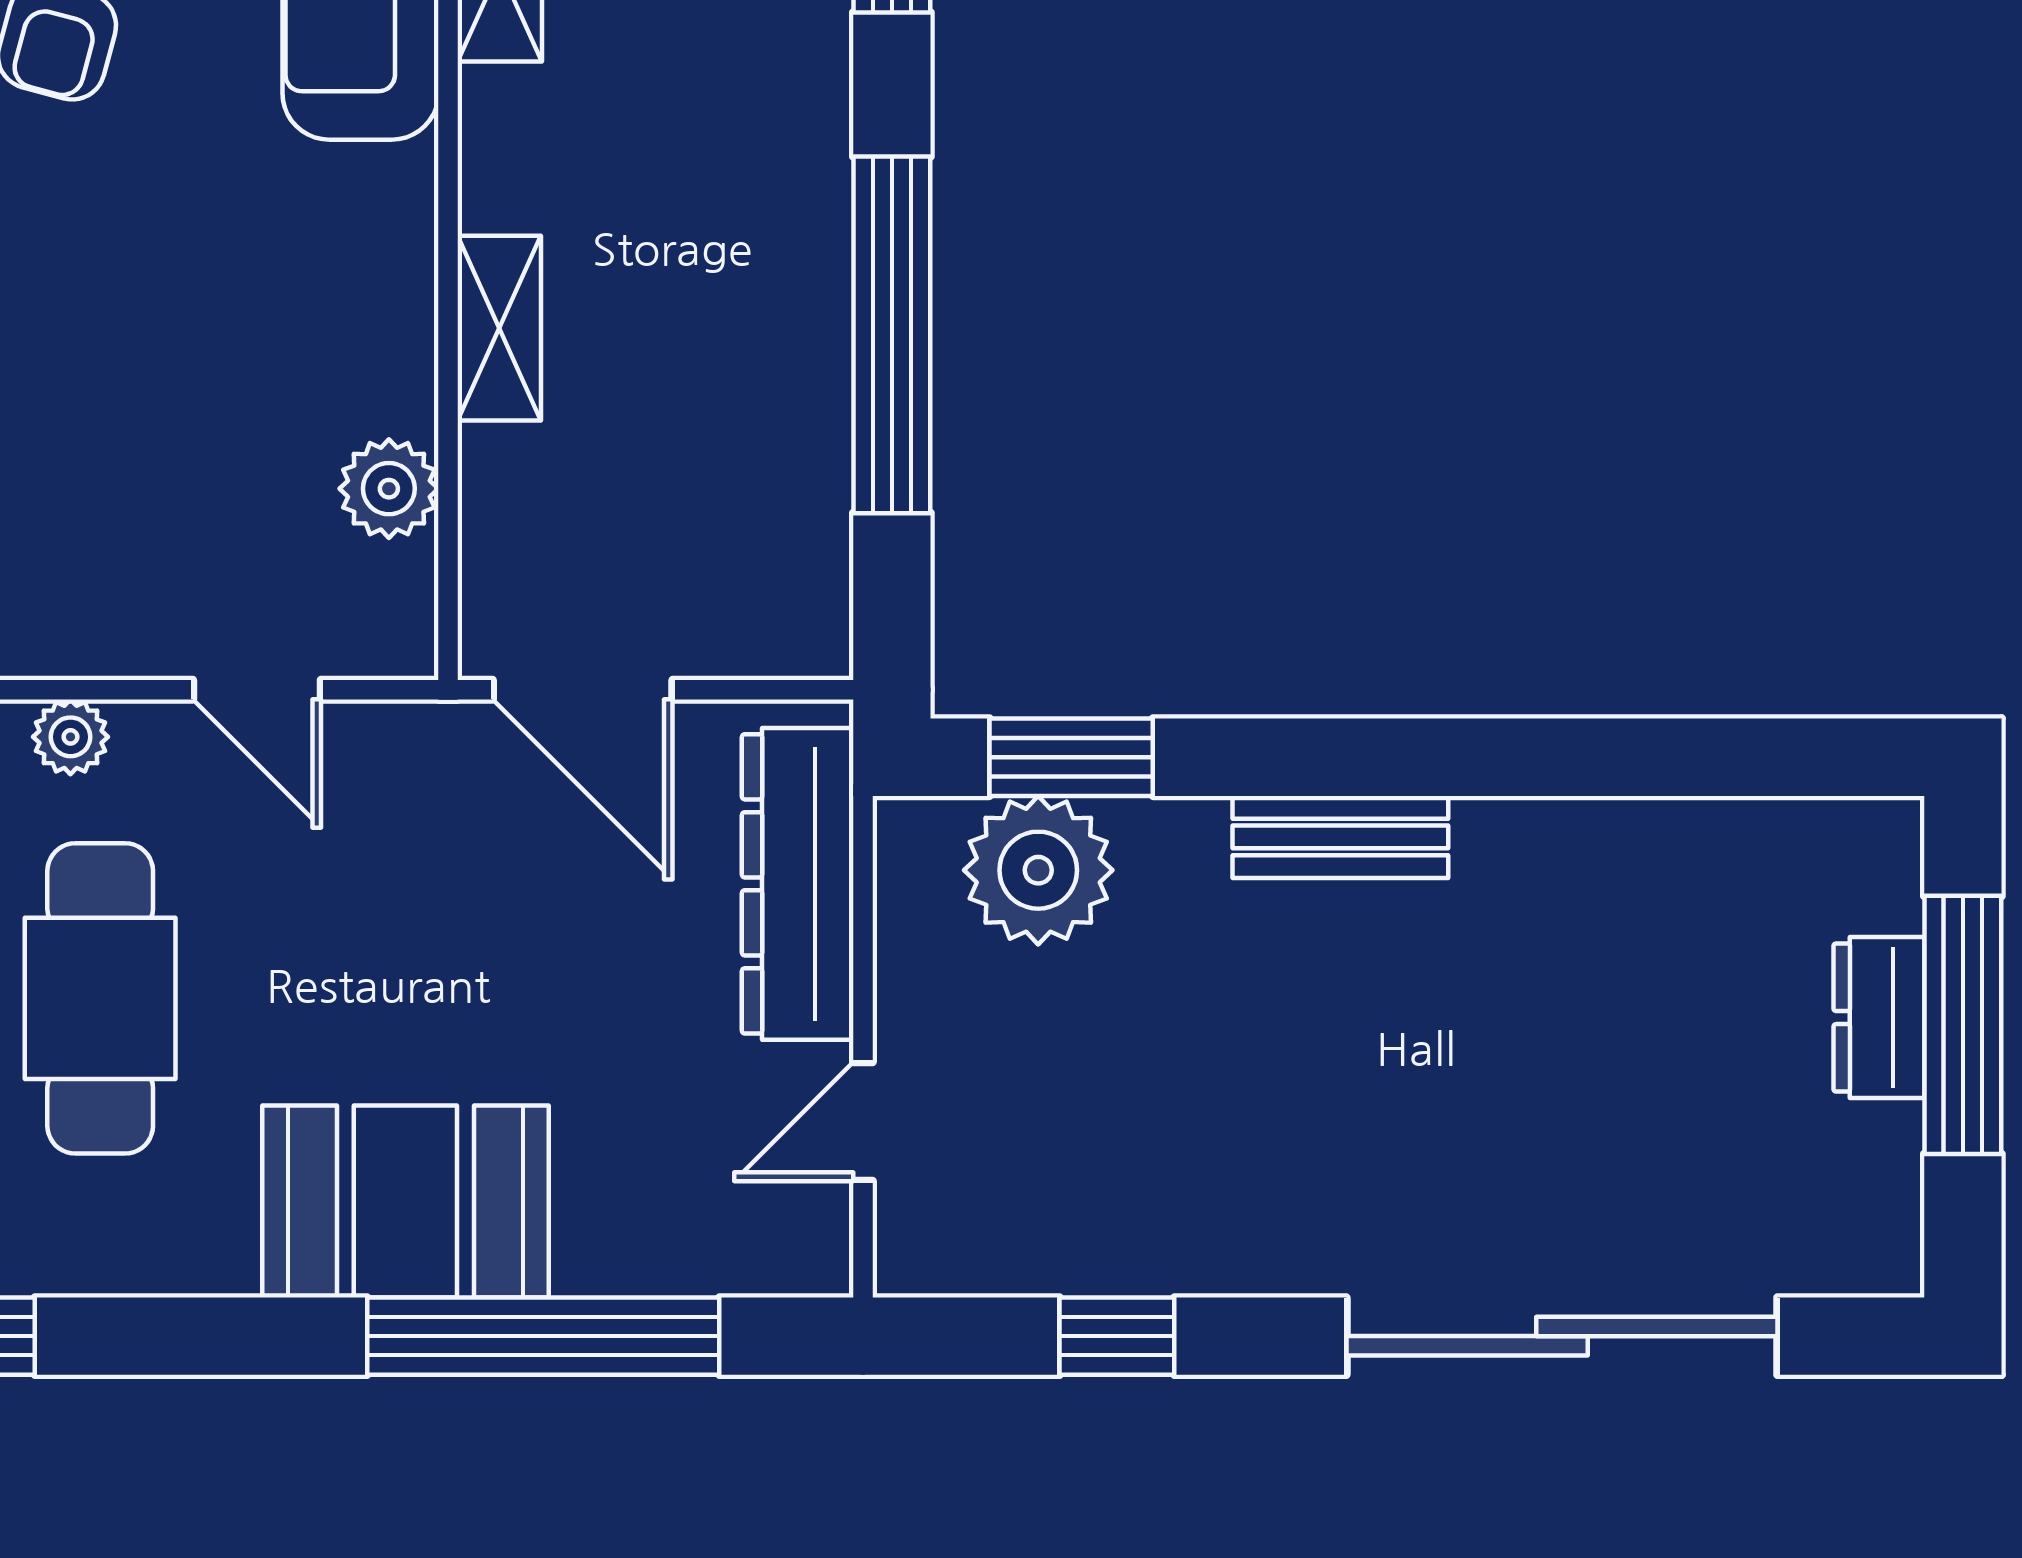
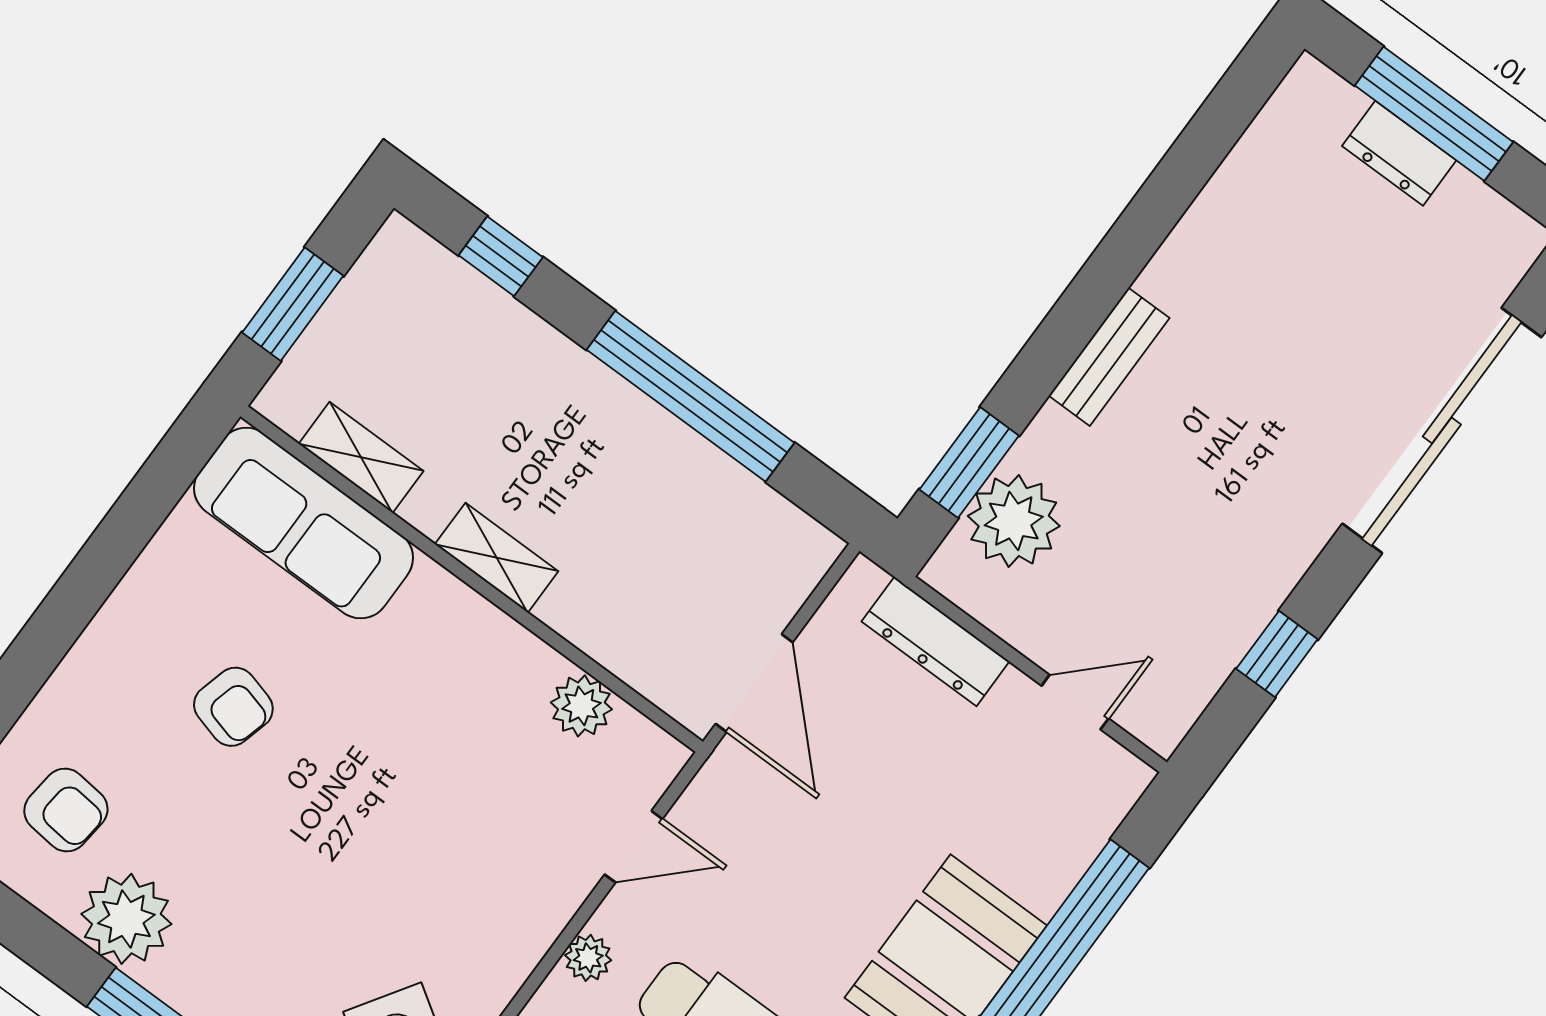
shelving: (499, 328) -> (497, 558), moved
door: (583, 690) -> (754, 683), hinge flipped
dresser: (798, 884) -> (935, 641), width x0.73, depth x0.80
door: (863, 1121) -> (1075, 702), swing flipped

